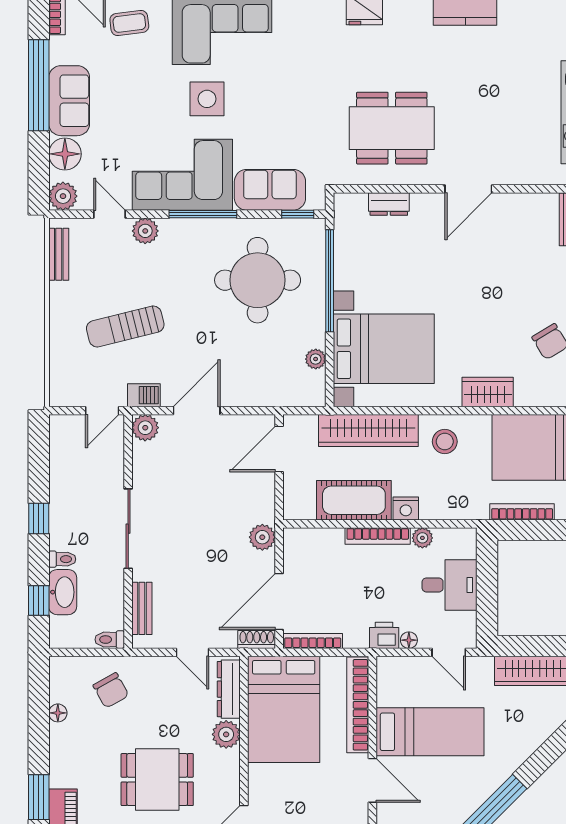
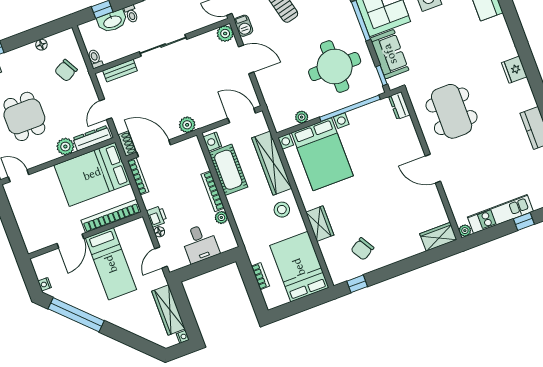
dresser: (389, 204) -> (399, 106), moved
nightstand: (406, 509) -> (212, 142), moved
bookcase: (522, 512) -> (260, 276), width x0.64

